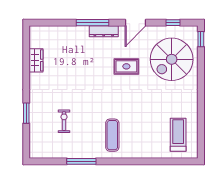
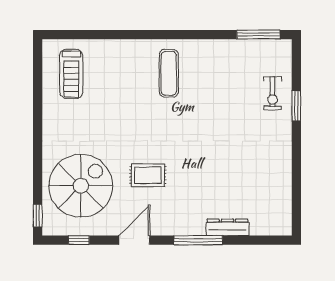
dresser: (104, 31) -> (227, 227), moved
wardrobe: (36, 60) -> (282, 184), removed
exercise bike: (64, 121) -> (273, 93), moved
window: (81, 161) -> (258, 35), moved

